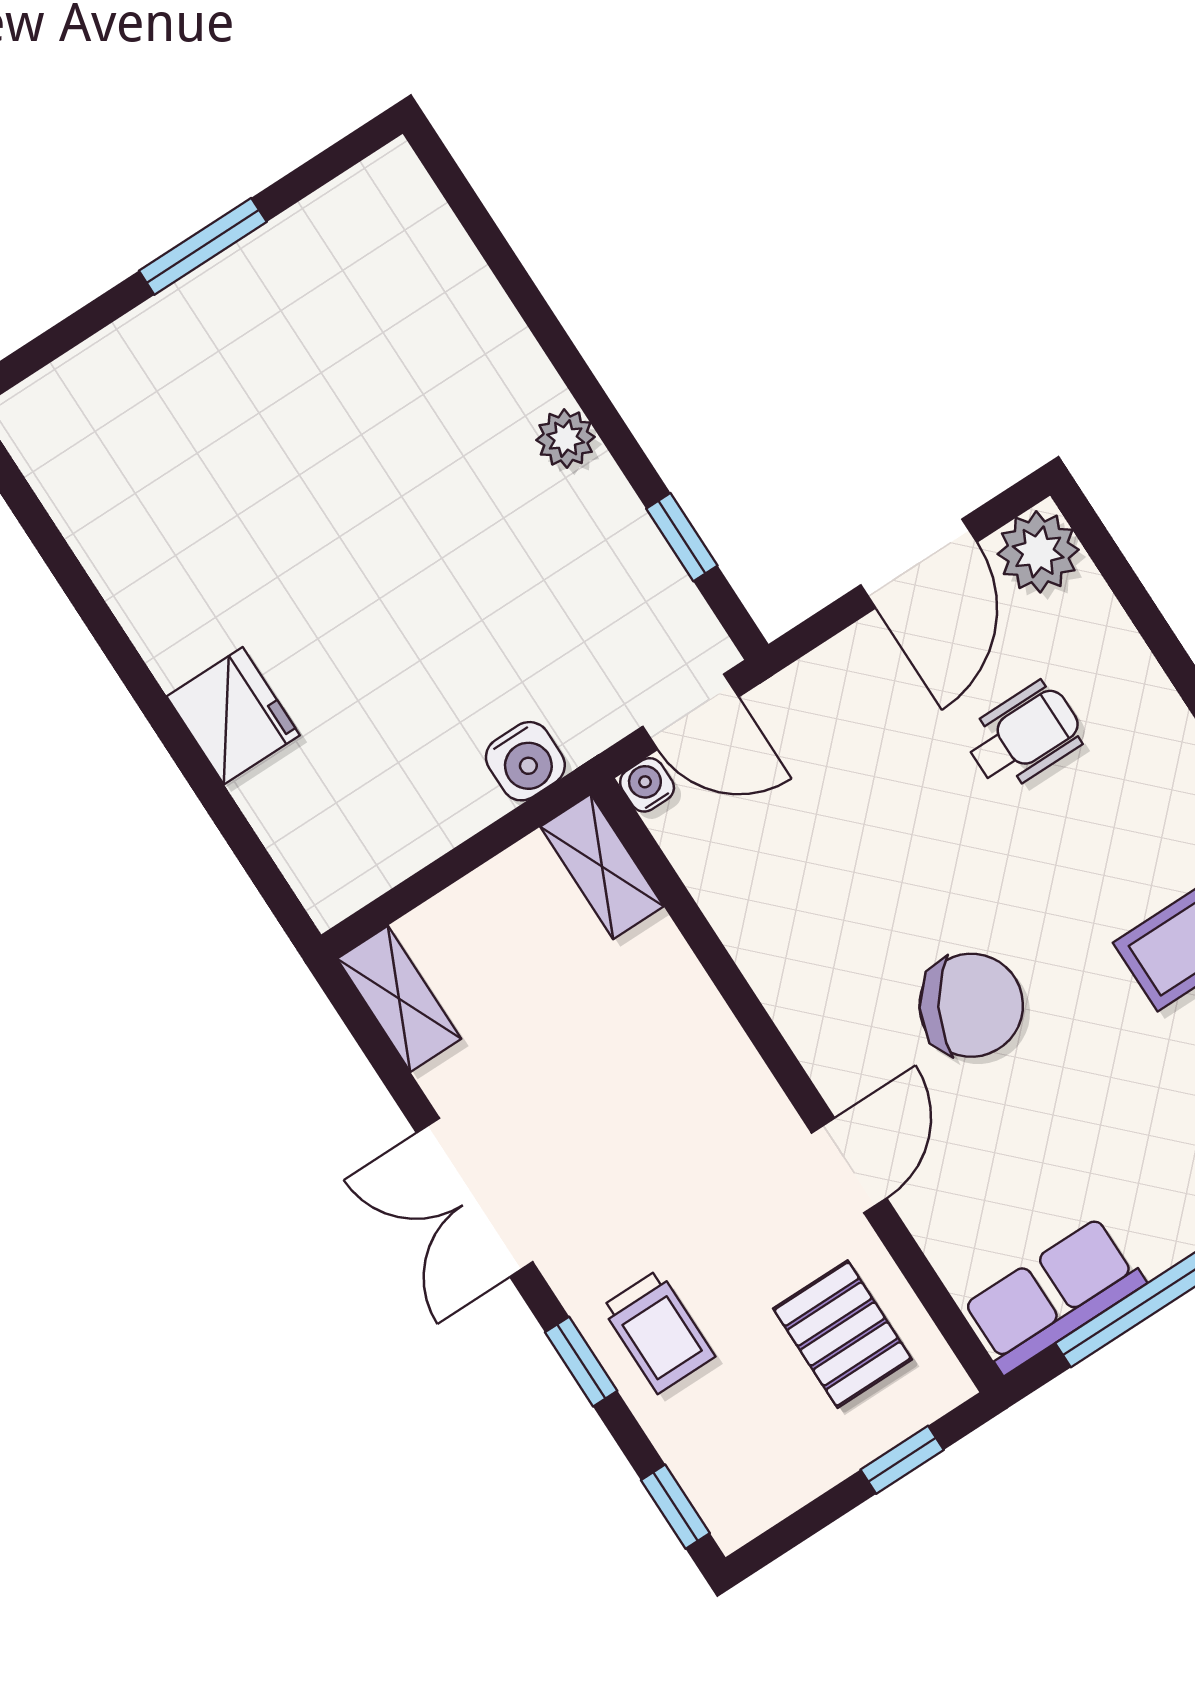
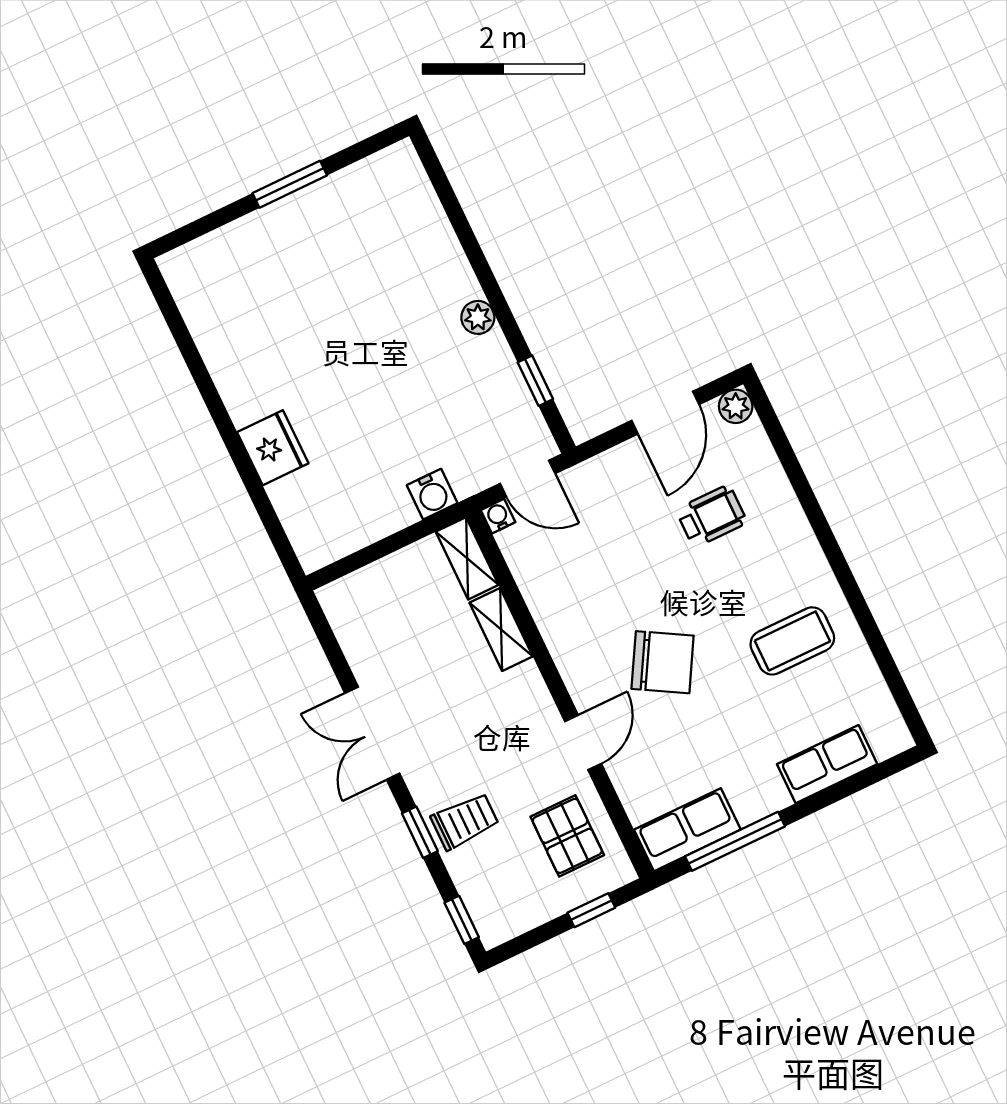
plant: (1038, 552) -> (736, 406), width x0.73, depth x0.73
shelving: (399, 999) -> (501, 629), moved
trolley: (658, 1332) -> (465, 821), turned -90

